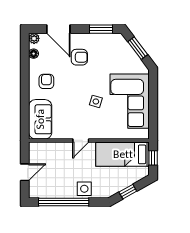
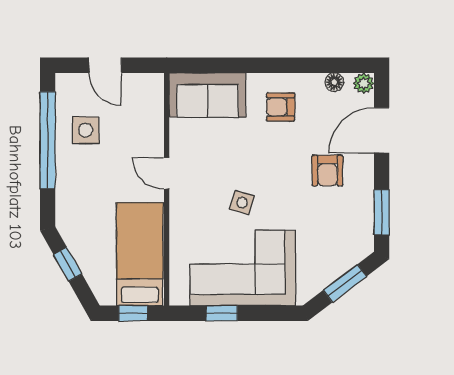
armchair: (46, 81) -> (281, 107), turned 180
window: (153, 112) -> (222, 313), added
side table: (84, 189) -> (86, 130), moved

